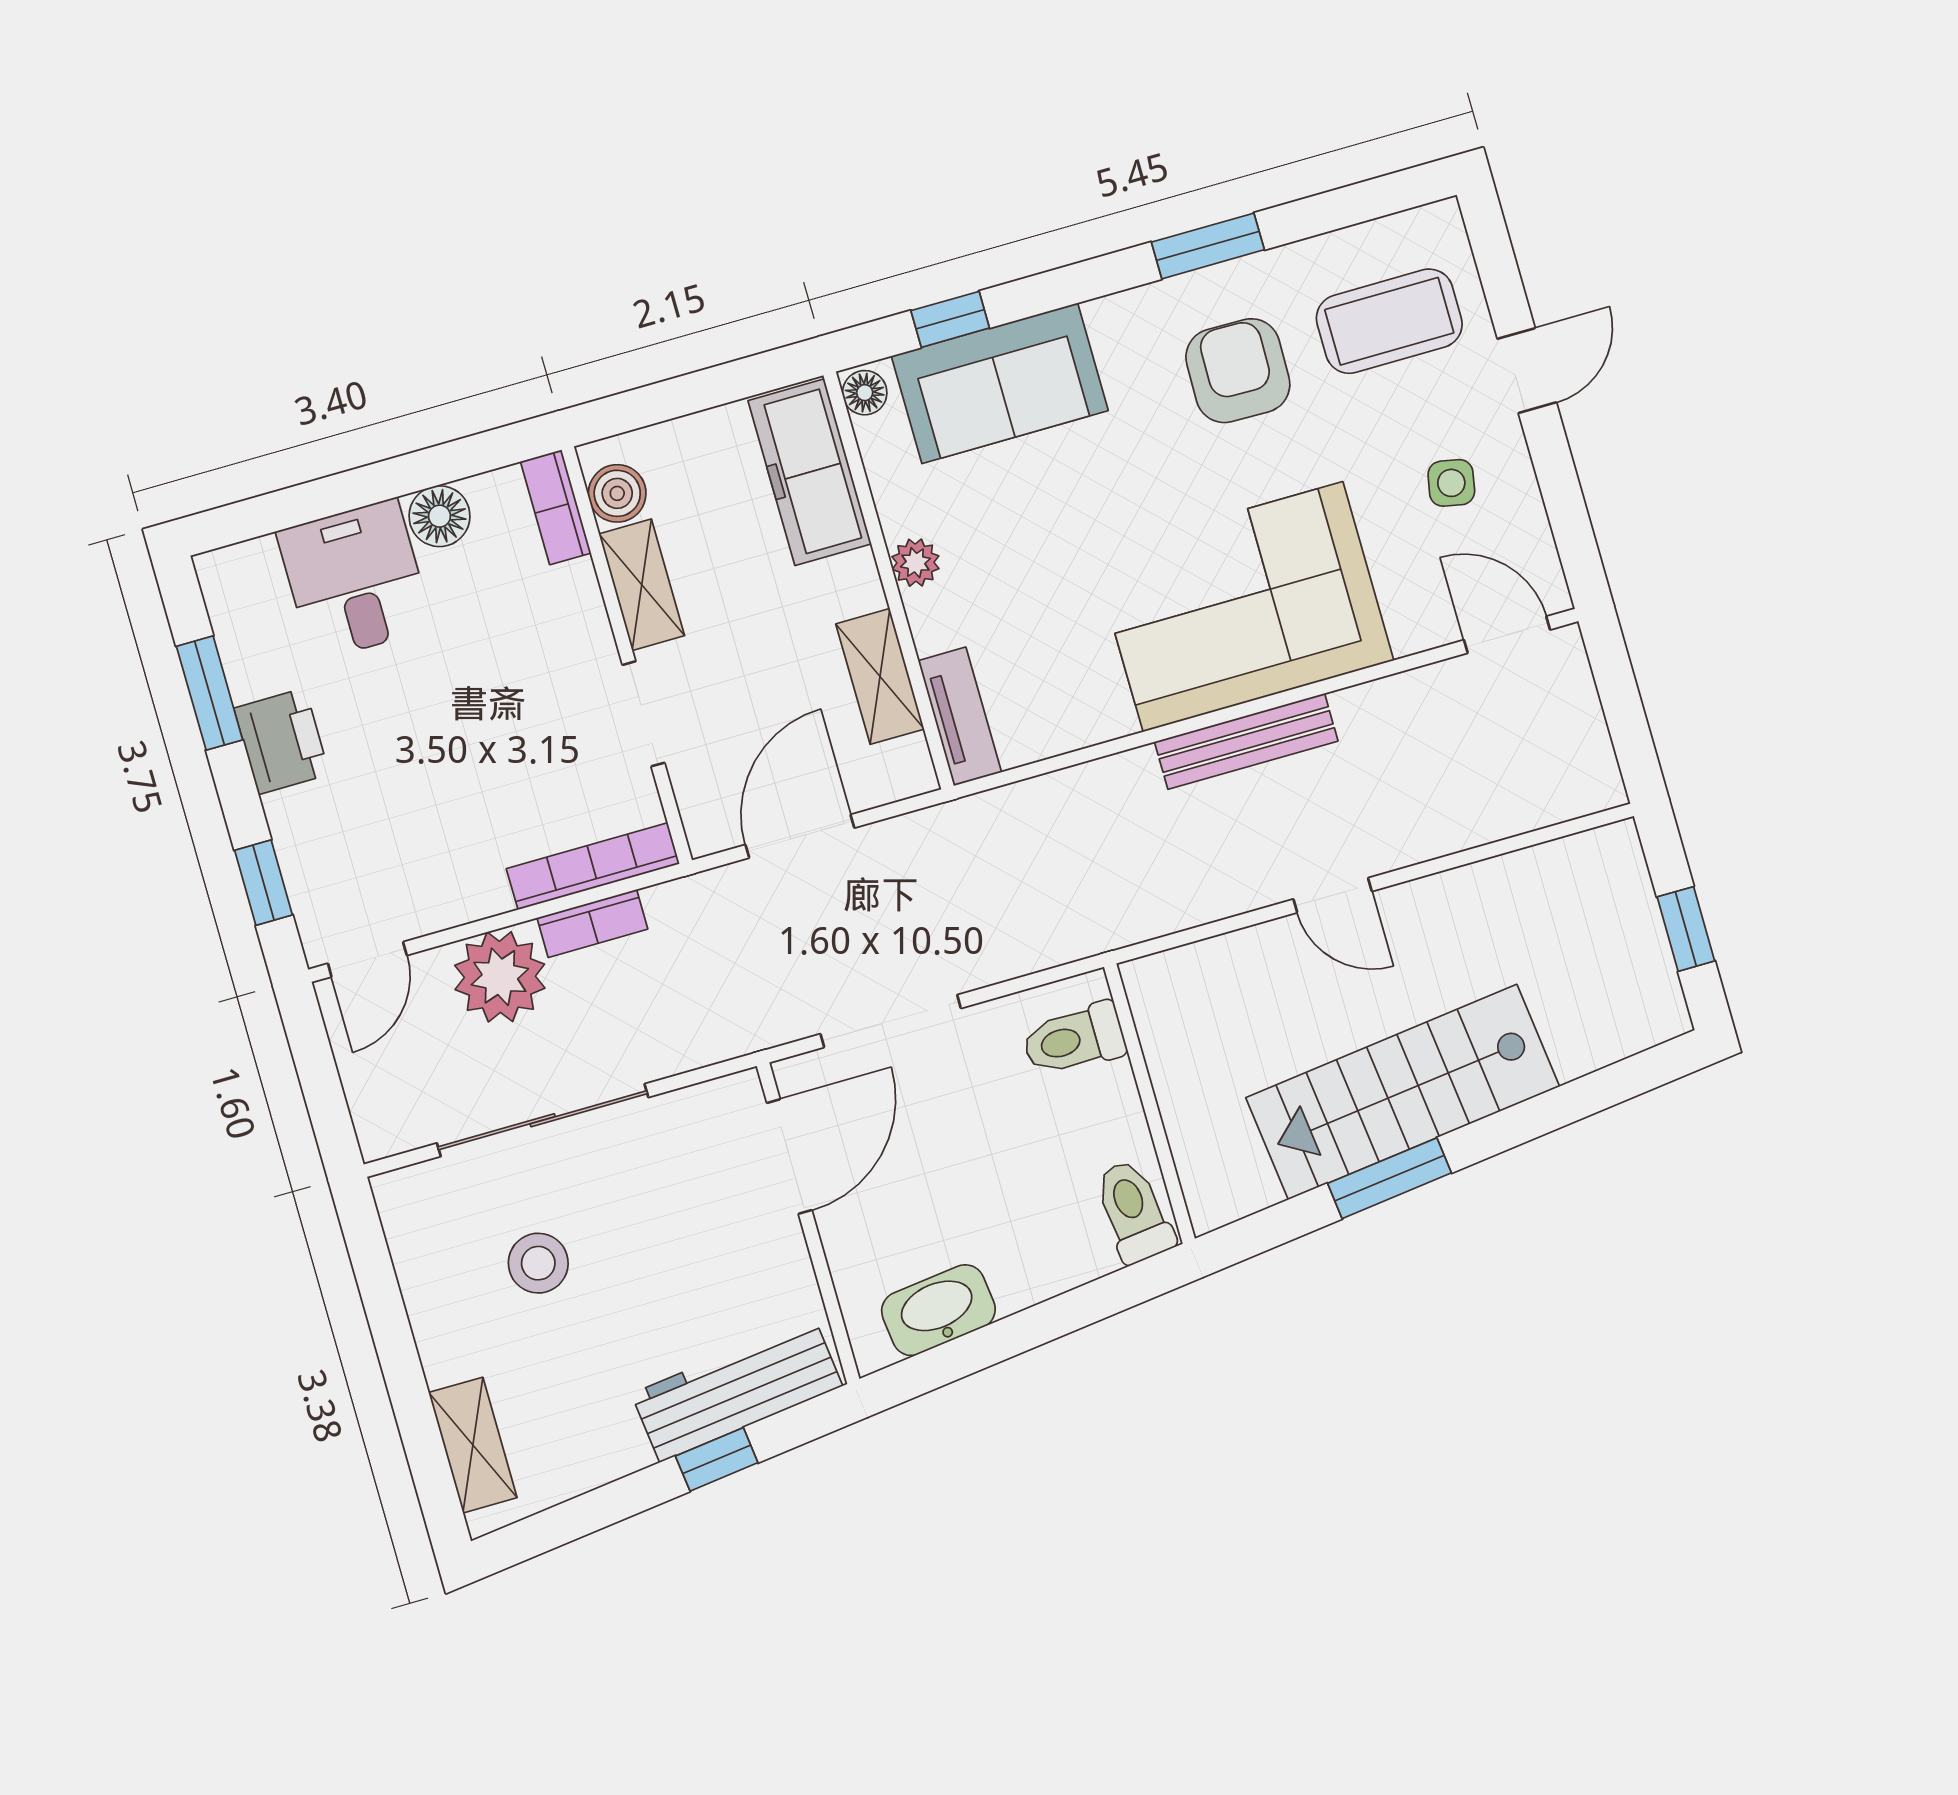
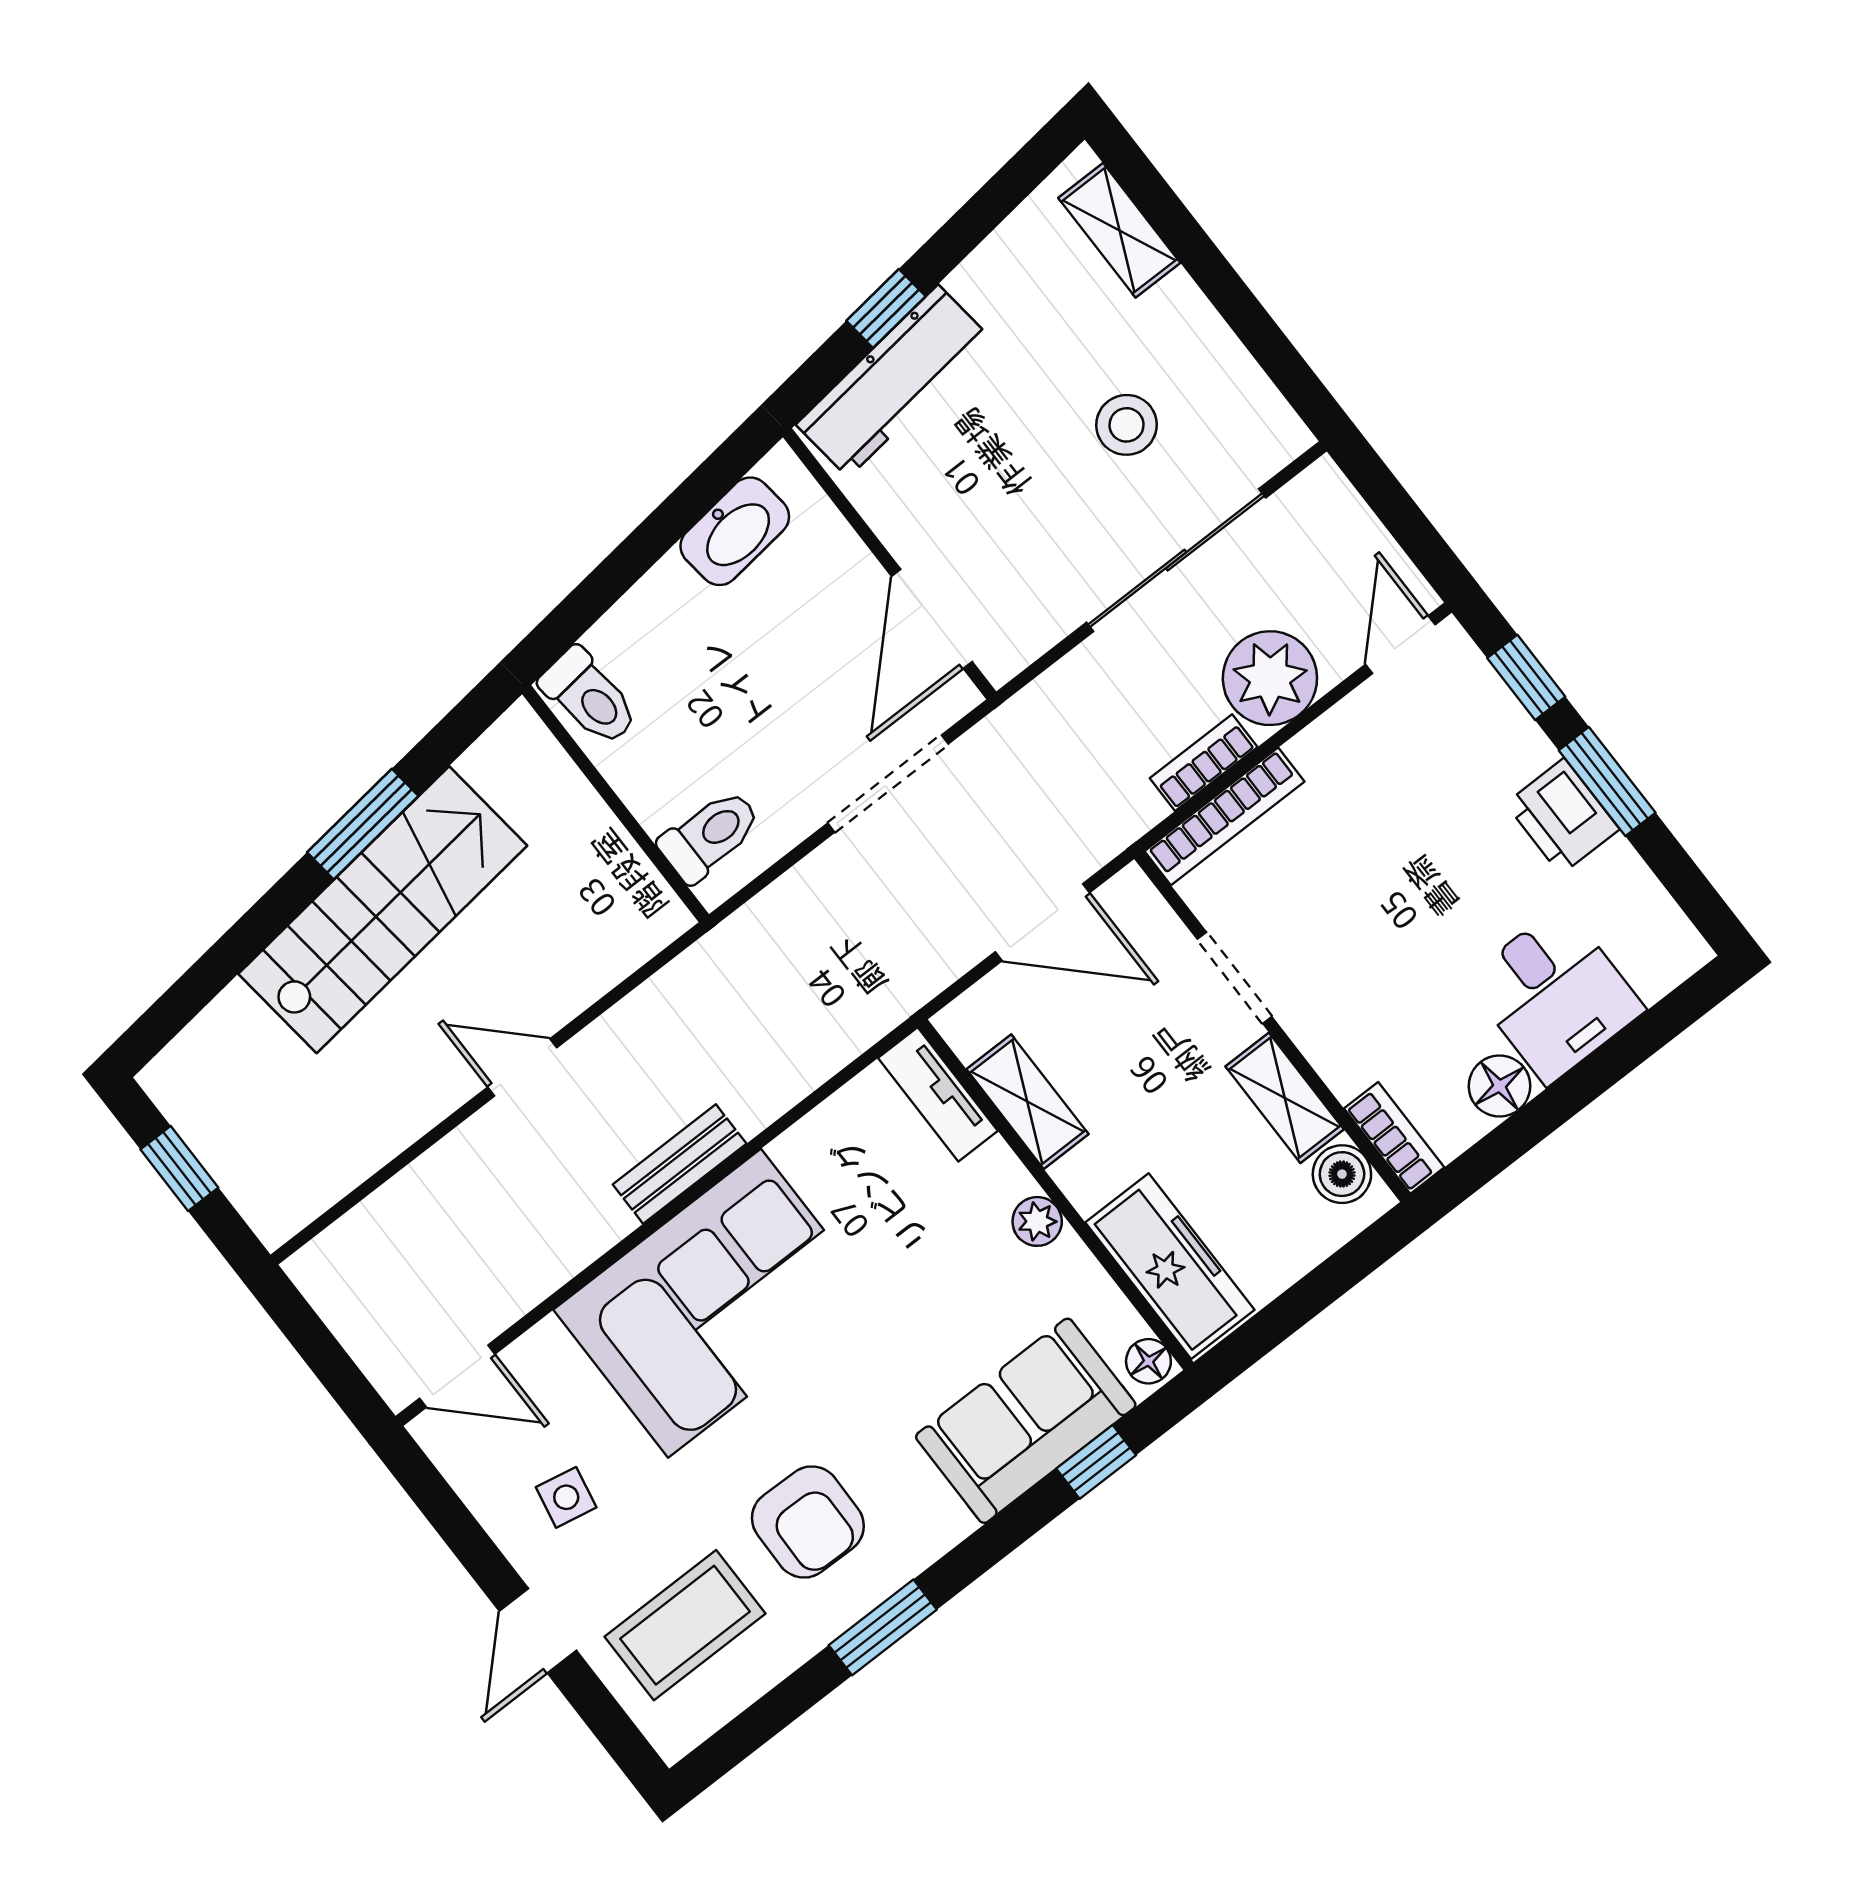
window: (210, 693) -> (1607, 782), moved
bench: (1246, 741) -> (680, 1164), width x0.73
door: (800, 836) -> (1042, 922), hinge flipped

